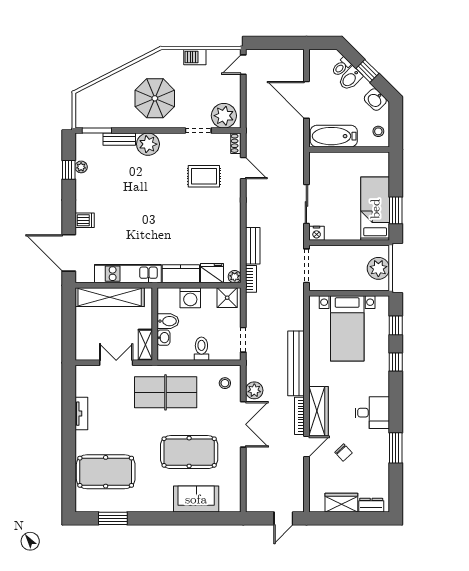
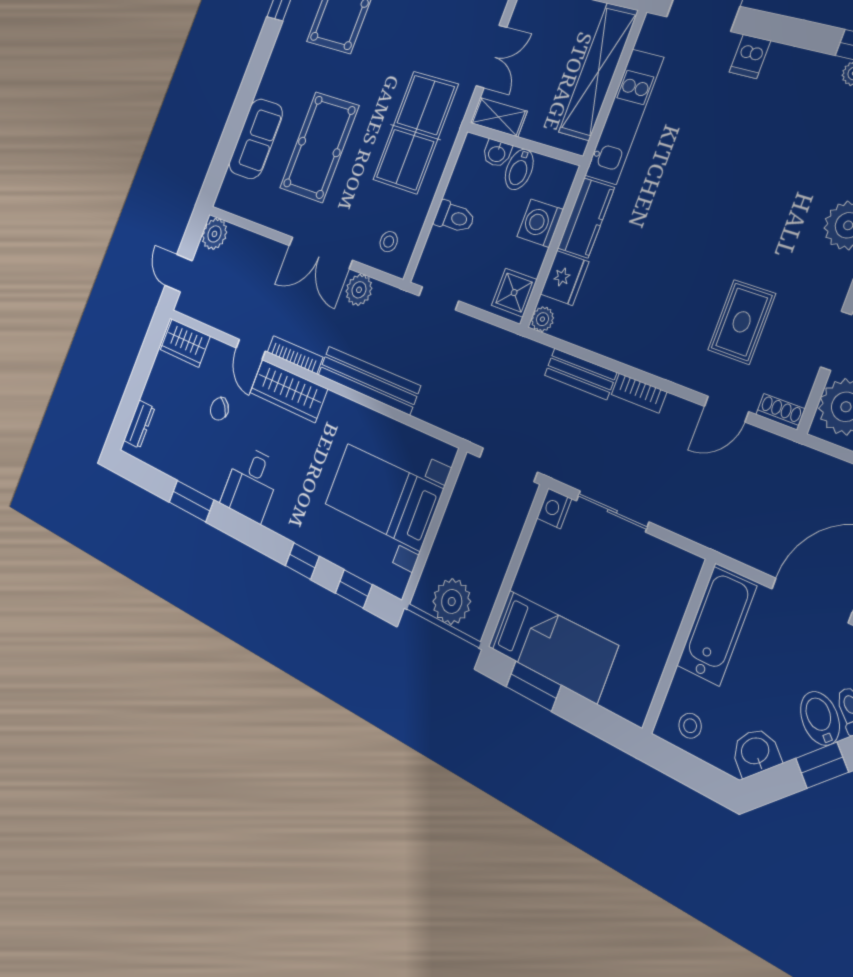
bookcase: (251, 279) -> (639, 393), moved
plant: (255, 503) -> (214, 234), added
wardrobe: (341, 503) -> (185, 343), moved, turned 90

